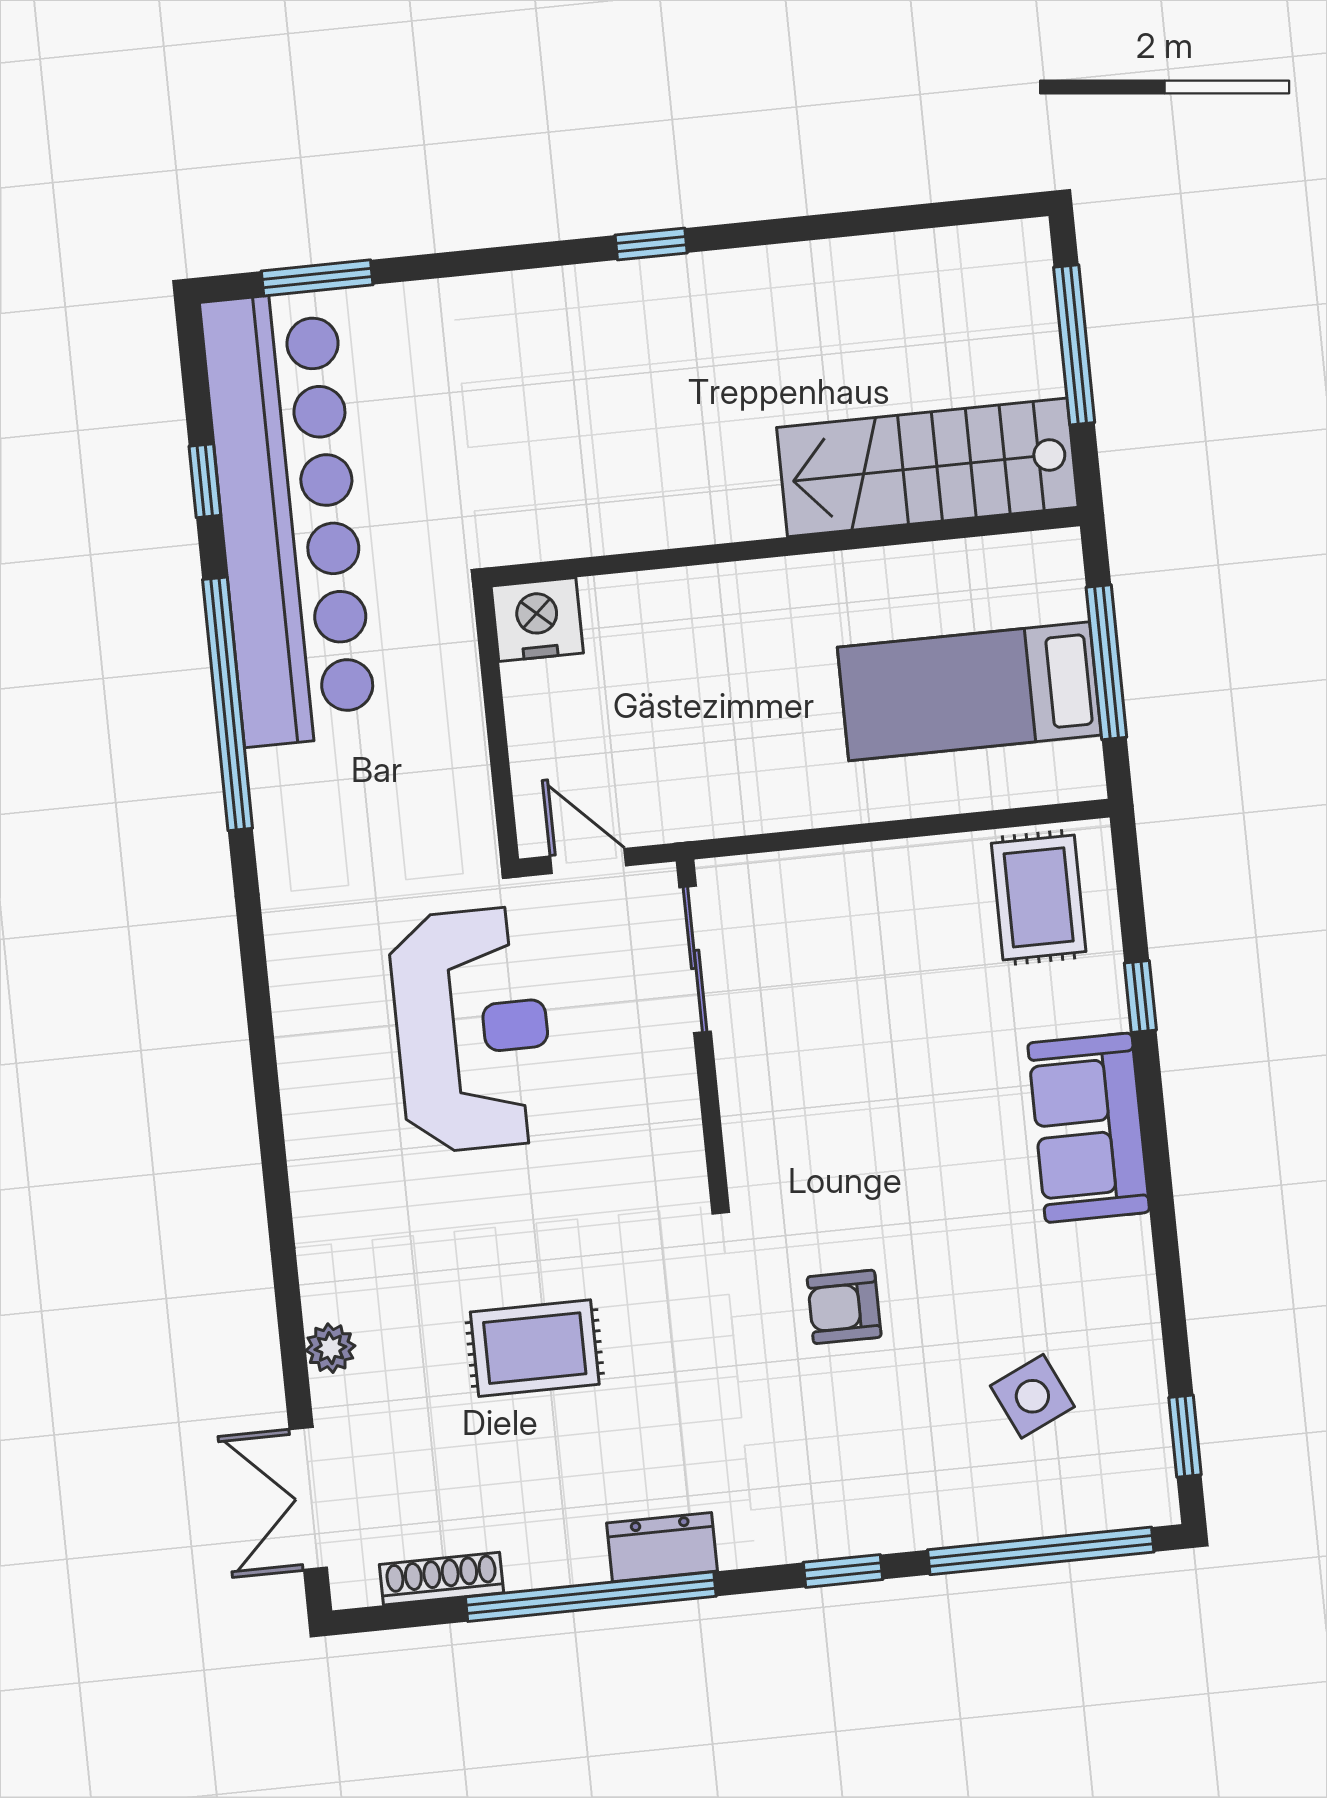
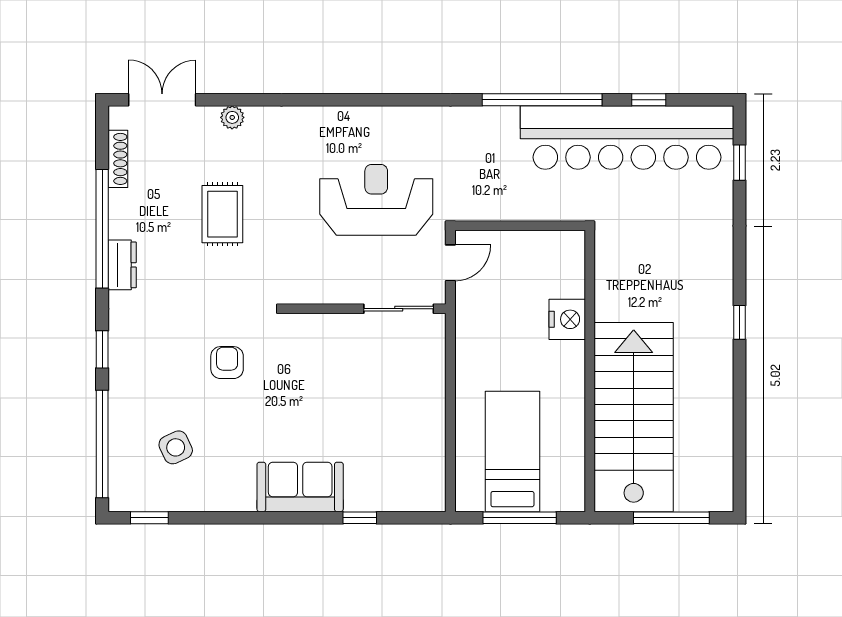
window: (317, 278) -> (739, 163), width x0.67
stairs: (927, 467) -> (634, 417), width x1.36, depth x1.51
nightstand: (537, 620) -> (567, 319), moved
rug: (1039, 897) -> (412, 474), removed
reception desk: (472, 1030) -> (376, 200), turned 180

